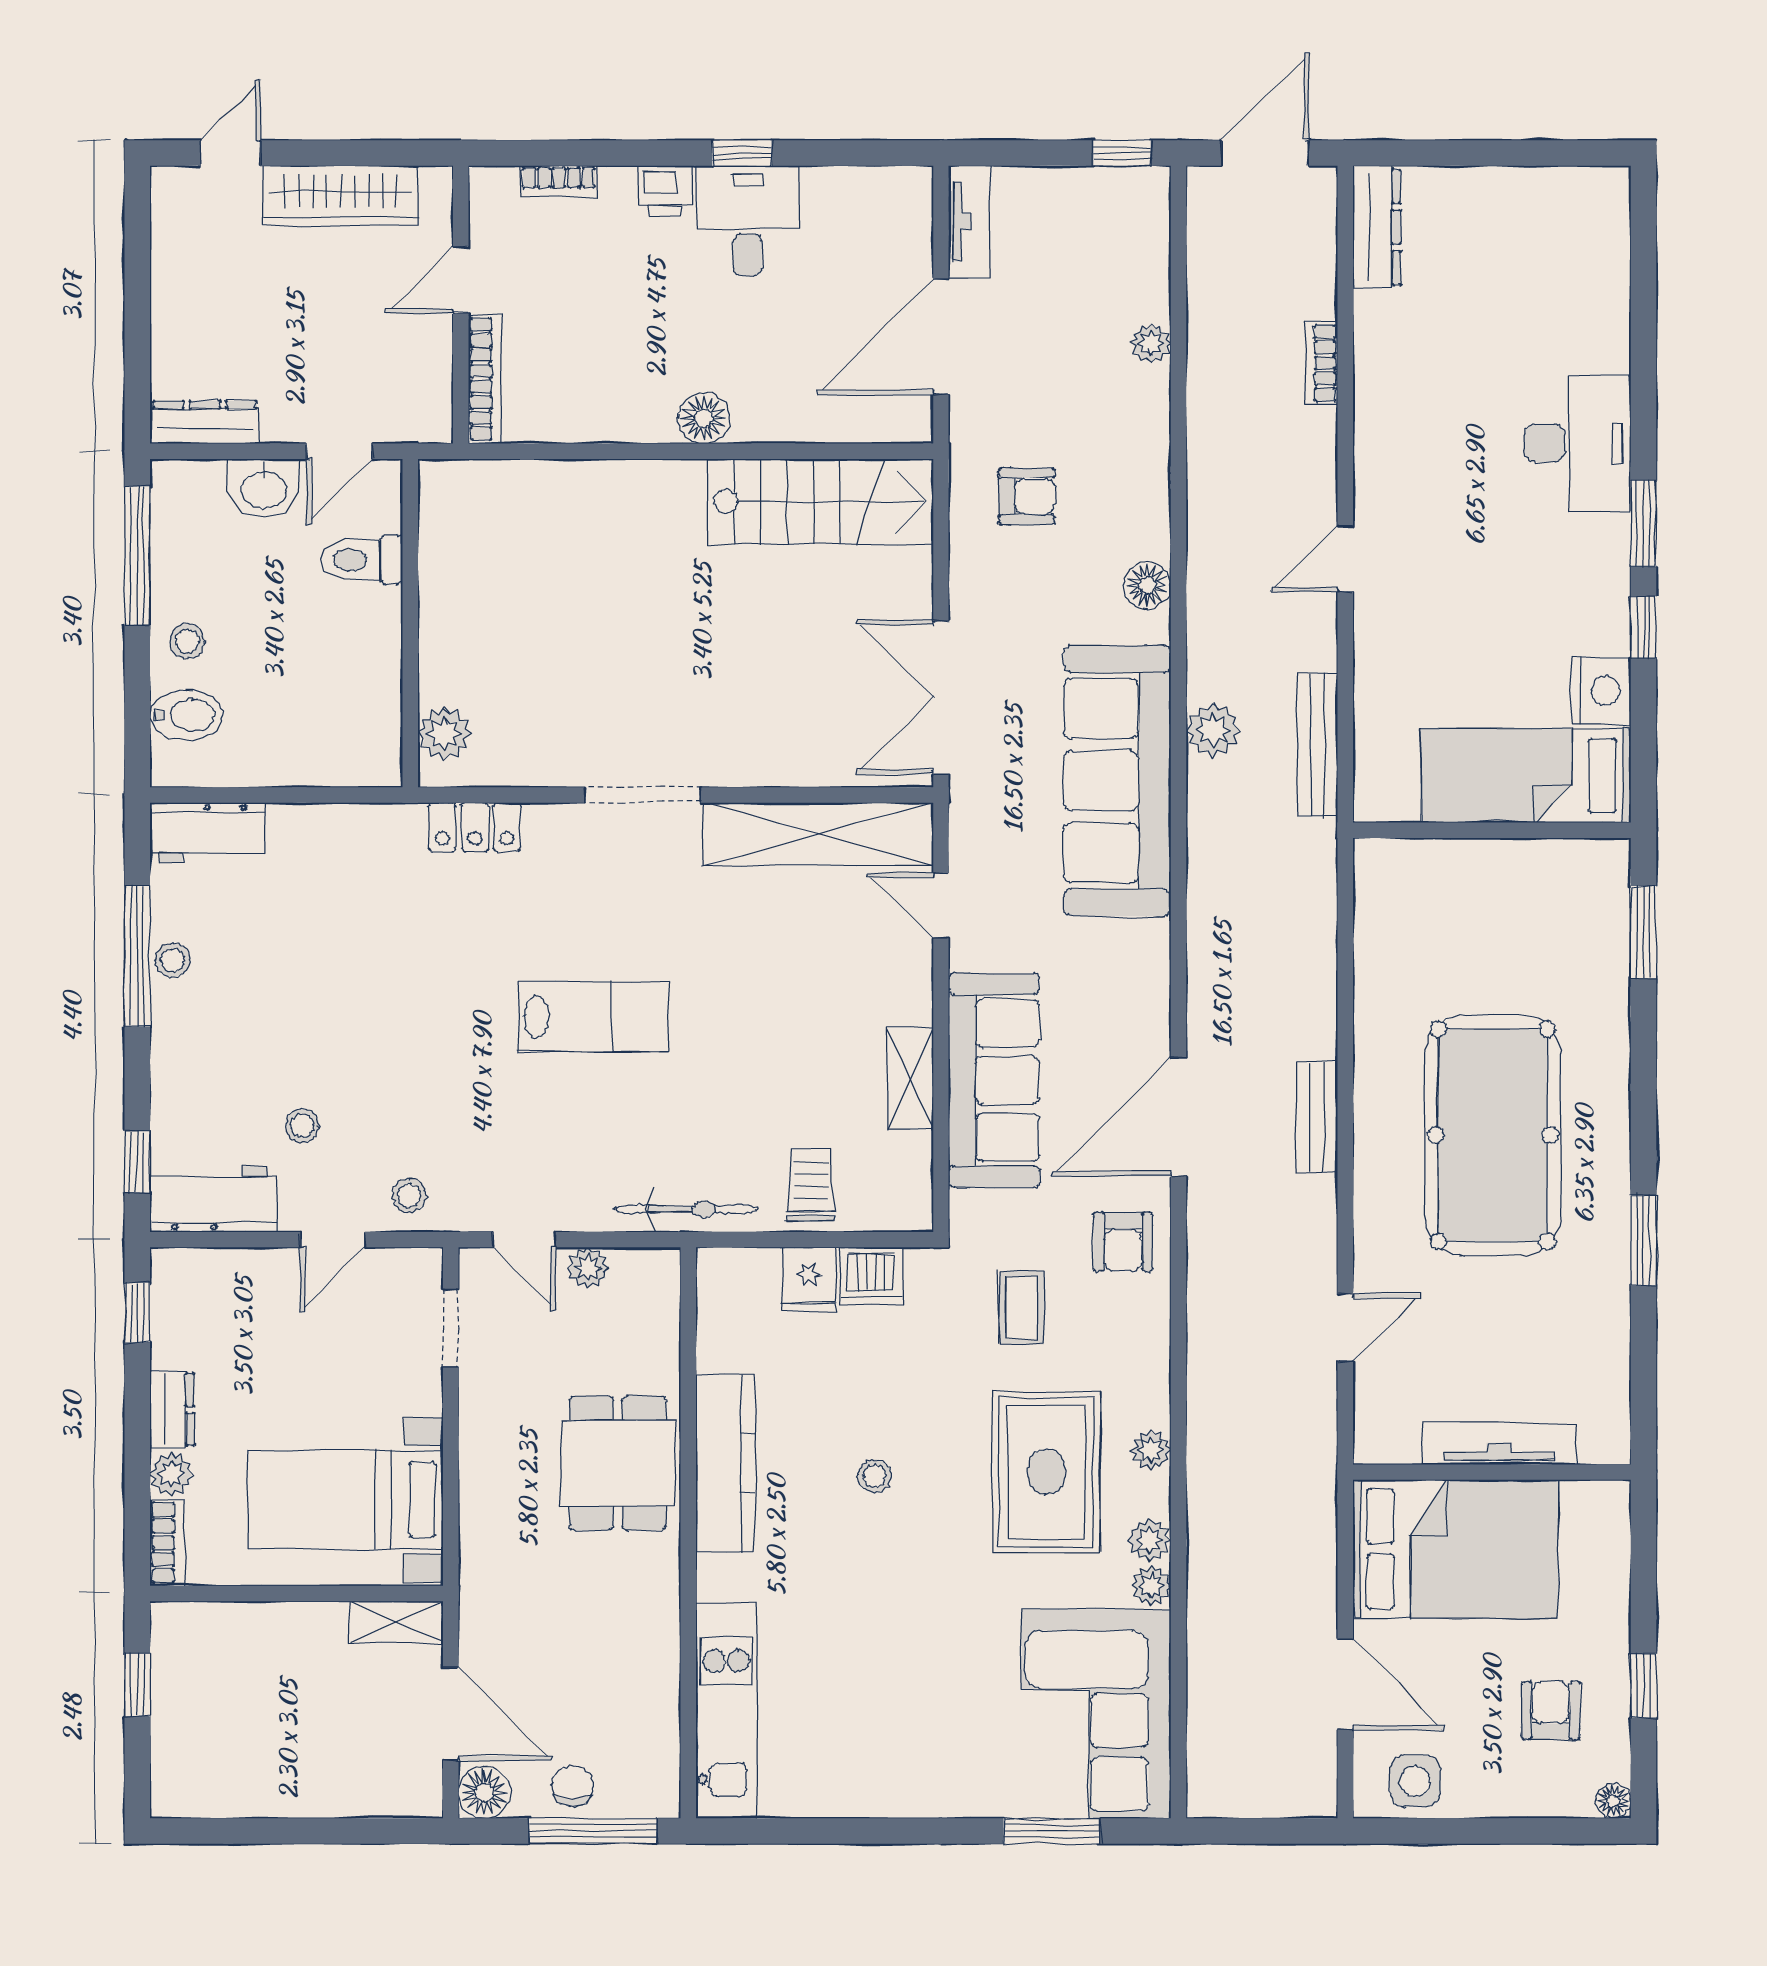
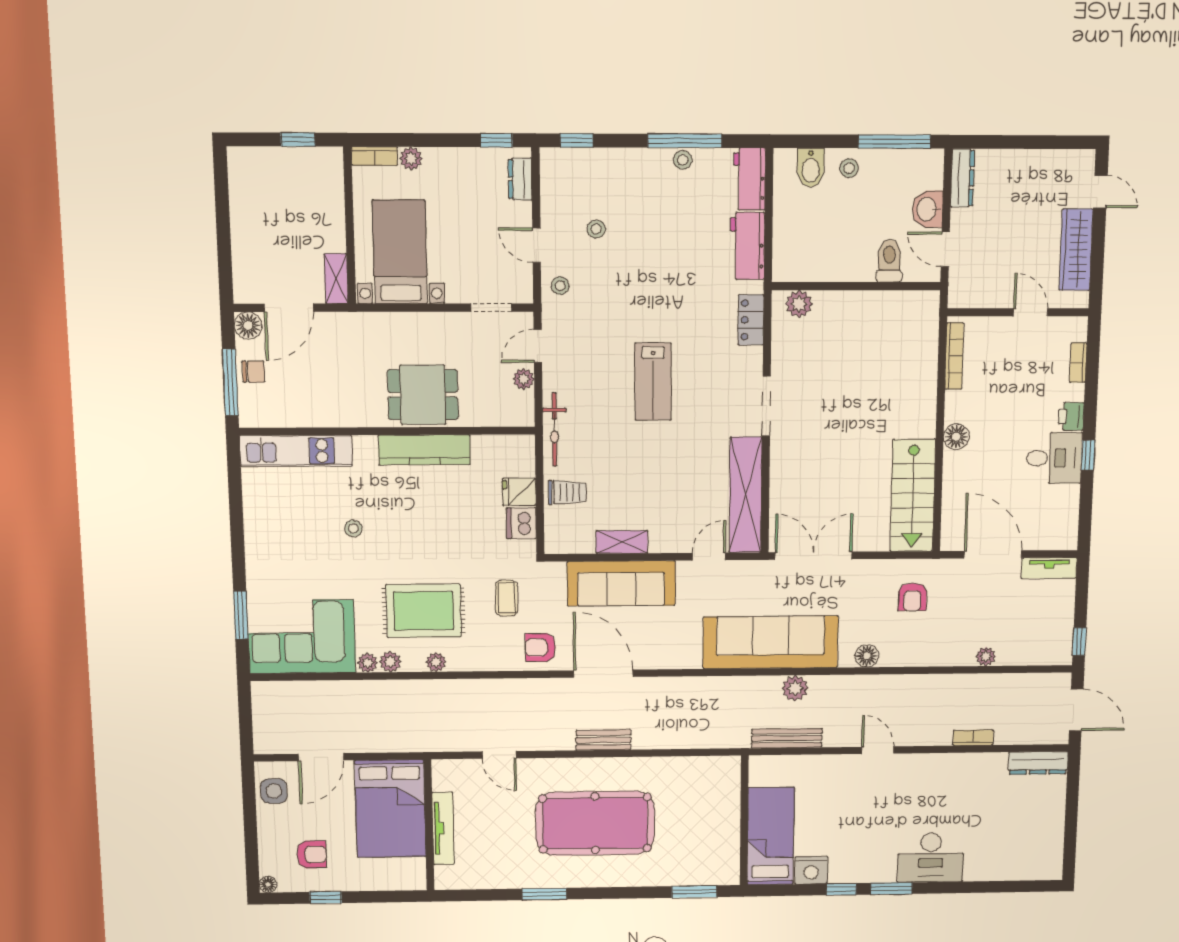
bookcase: (485, 379) -> (954, 356), moved, turned -90
workbench: (214, 1199) -> (747, 246), moved, turned 180
coffee table: (1022, 1308) -> (507, 598), turned 90
dresser: (172, 1409) -> (520, 179), moved, turned 90
stool: (874, 1476) -> (353, 528), moved

